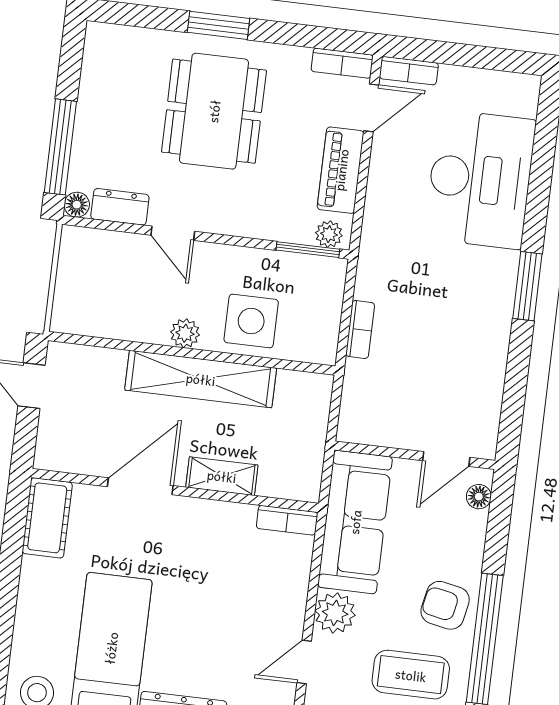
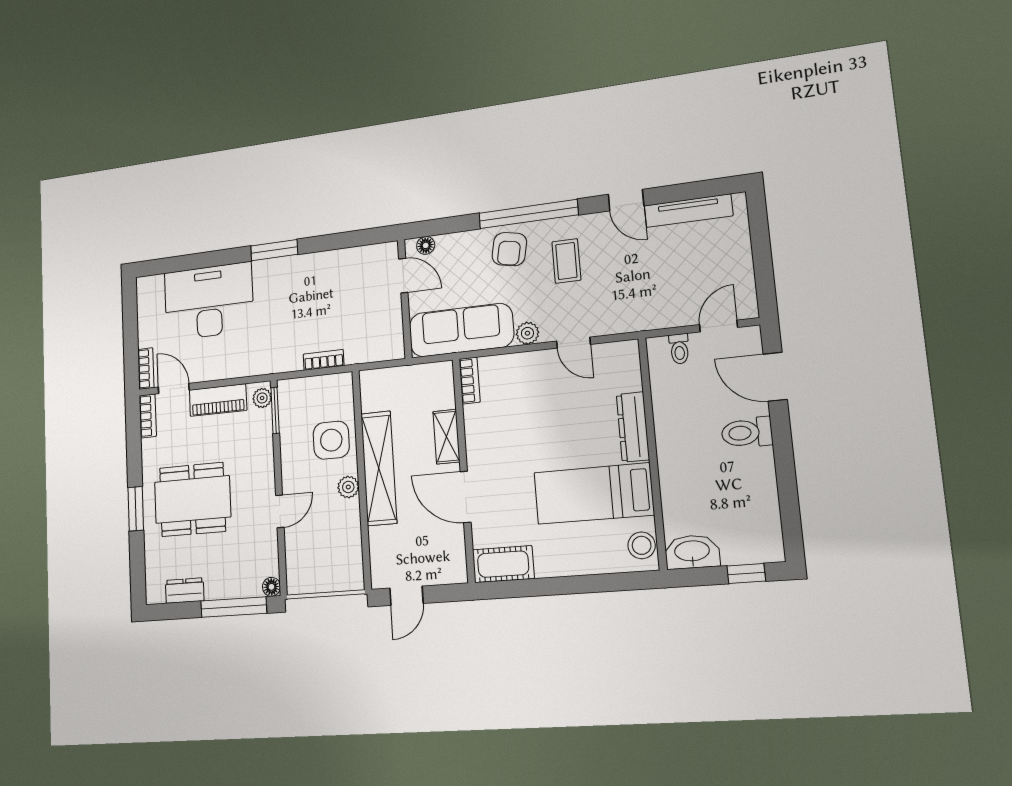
dresser: (120, 207) -> (185, 591), moved, turned 90
plant: (335, 613) -> (527, 333), width x0.73, depth x0.73
coffee table: (411, 675) -> (566, 261), width x0.73, depth x0.77

